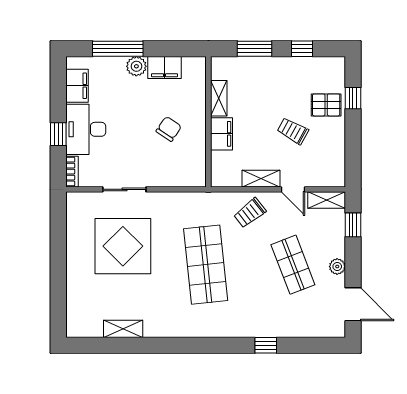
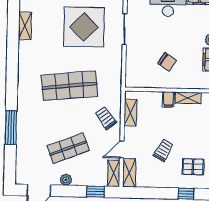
pallet: (326, 105) -> (193, 167), moved, turned 90
filing cabinet: (222, 134) -> (168, 99), width x0.50
shelving: (326, 178) -> (129, 173), added
shelving: (261, 179) -> (130, 113), moved
window: (266, 345) -> (11, 127), width x2.17

